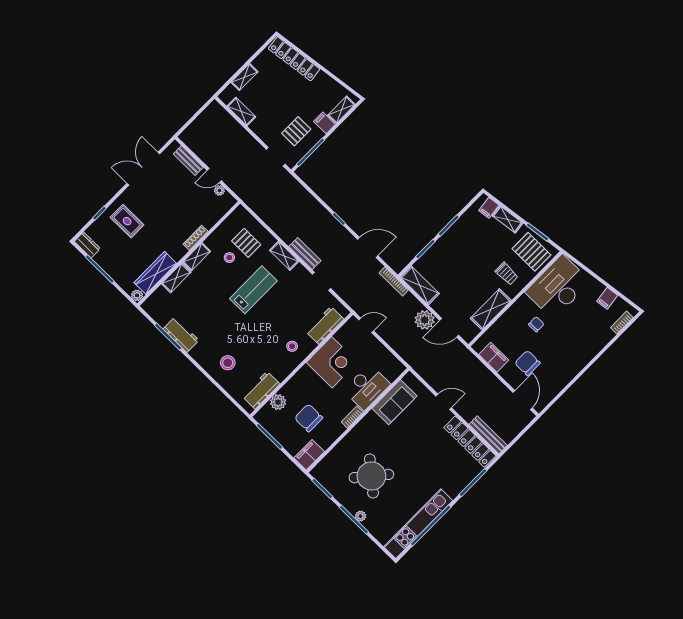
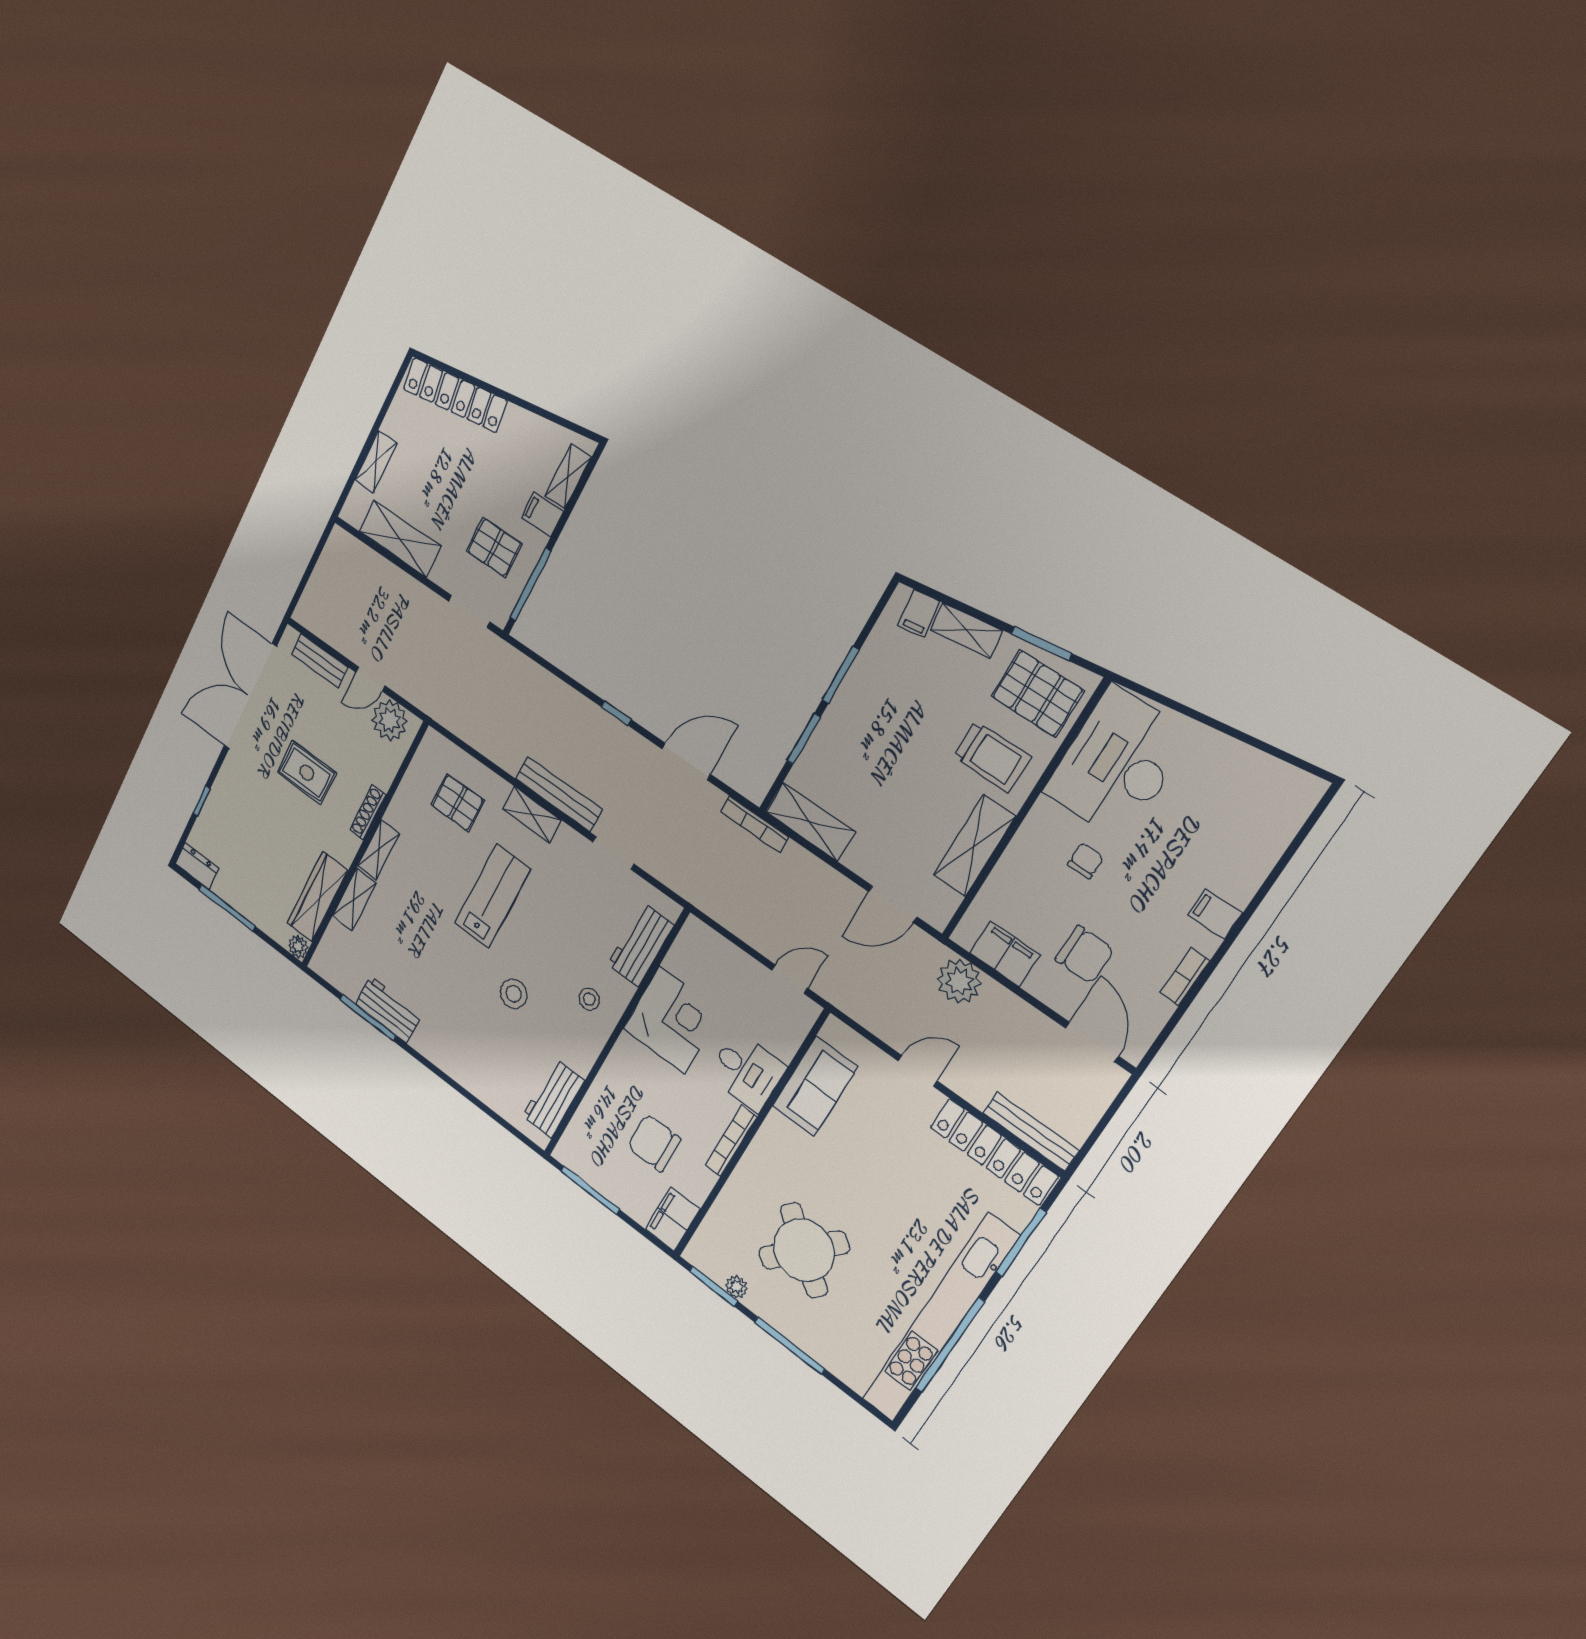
shelving: (241, 112) -> (400, 539), width x1.50, depth x1.33
pallet: (296, 131) -> (494, 548), turned 90
double door: (143, 169) -> (250, 696), width x1.36
plant: (219, 190) -> (390, 720), width x1.88, depth x1.88
rug: (127, 221) -> (307, 773), moved
bench: (305, 254) -> (559, 794), width x1.36
stool: (229, 258) -> (435, 839), removed
trolley: (507, 274) -> (992, 757), width x1.36, depth x1.39
filing cabinet: (607, 298) -> (1215, 914), moved, turned 97
plant: (425, 320) -> (959, 981), moved
bookcase: (622, 323) -> (1185, 977), moved
door: (366, 325) -> (790, 979), moved
stool: (228, 363) -> (514, 994), moved
chair: (527, 363) -> (1085, 955), turned 180
desk: (367, 387) -> (747, 1071), width x0.73
plant: (278, 402) -> (590, 1118), removed
bookcase: (352, 417) -> (731, 1141), width x1.56
plant: (361, 516) -> (736, 1287), moved
kitchen unit: (418, 524) -> (940, 1319), width x1.36

